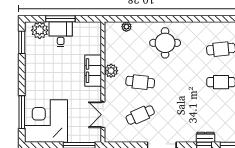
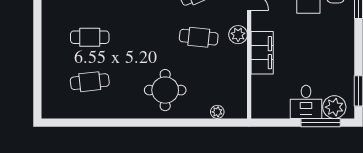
window: (60, 19) -> (321, 123), moved
plant: (111, 71) -> (238, 35), moved

